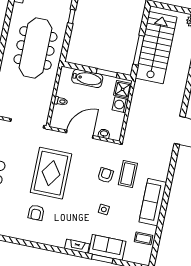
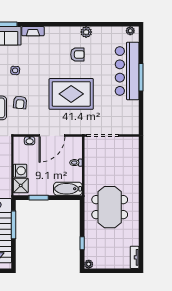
meeting table: (35, 48) -> (110, 207), width x0.73
bathtub: (87, 78) -> (68, 189), moved
rug: (51, 173) -> (71, 94), turned 90
armchair: (36, 213) -> (77, 54), turned 90
plant: (22, 234) -> (86, 32), added

